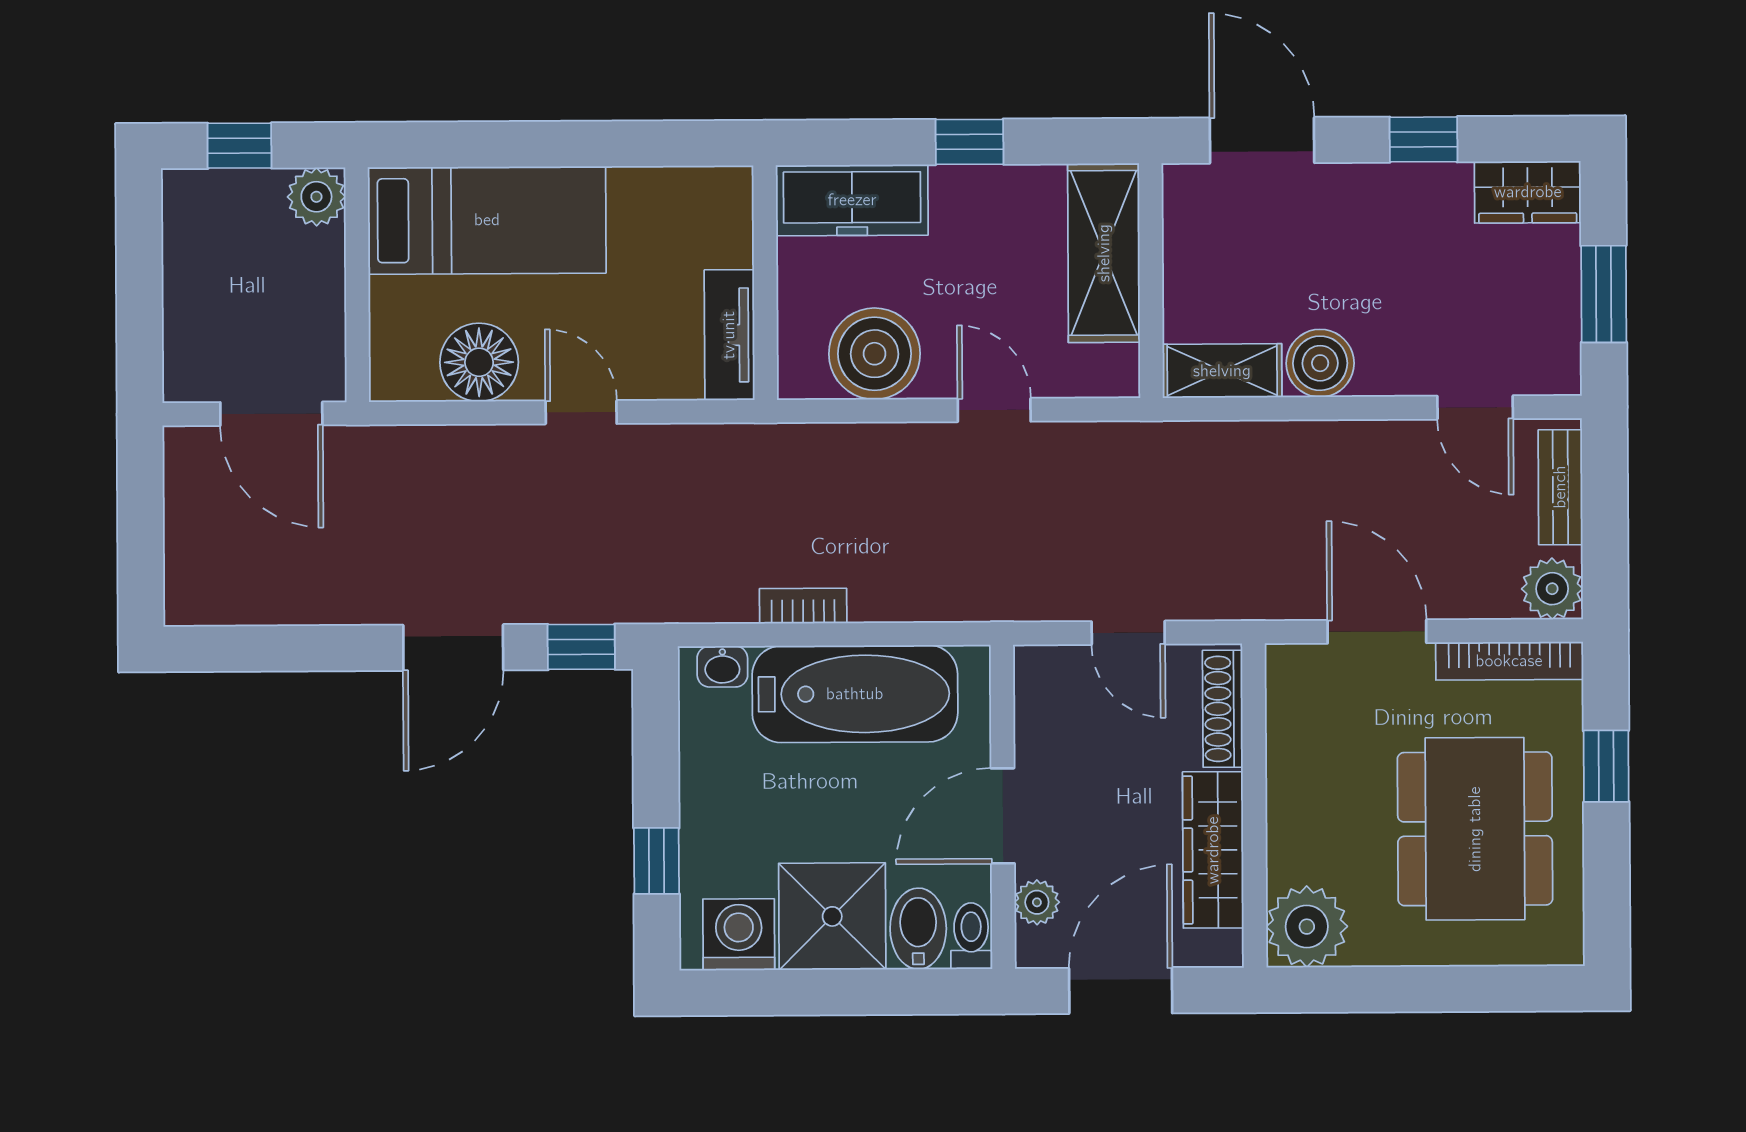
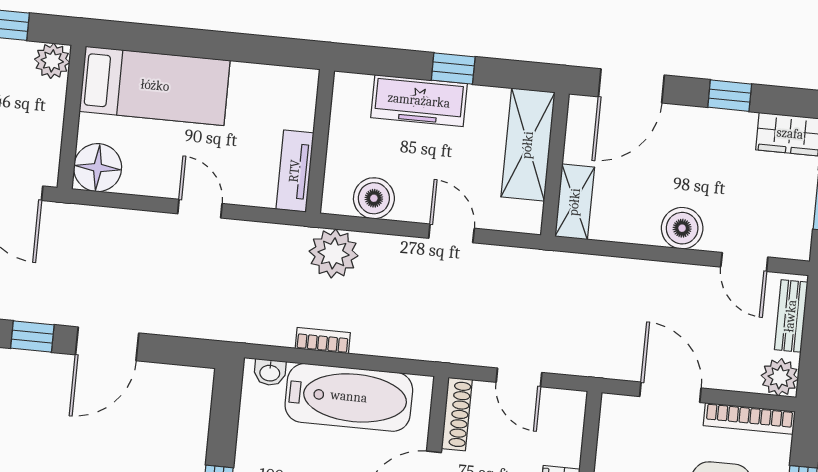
door: (1262, 140) -> (631, 86), swing flipped
freezer: (852, 200) -> (419, 101), moved
boiler: (875, 354) -> (374, 198), width x0.73, depth x0.73
floor lamp: (479, 362) -> (98, 168), moved
boiler: (1320, 363) -> (682, 228), moved
shelving: (1222, 371) -> (575, 202), moved, turned 90
plant: (806, 463) -> (334, 253), added
window: (581, 647) -> (32, 337), moved
shoe rack: (1223, 709) -> (457, 414), moved, turned 180

